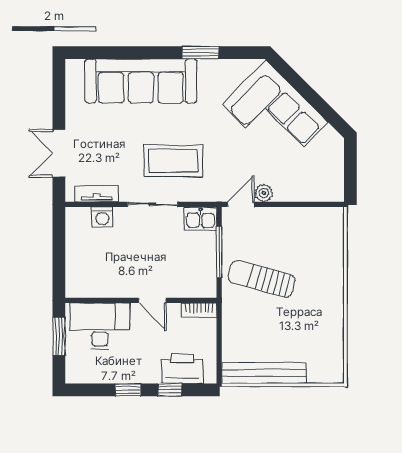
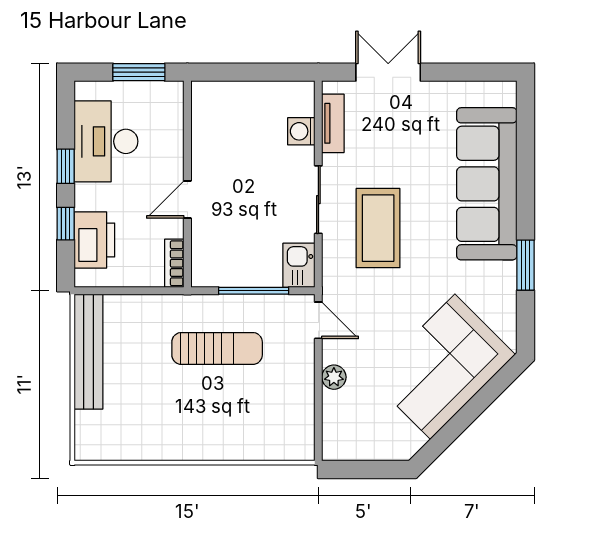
plant: (264, 193) -> (334, 377), moved
sun lounger: (262, 279) -> (217, 348), turned 75
desk: (100, 326) -> (106, 141), moved, turned 180

